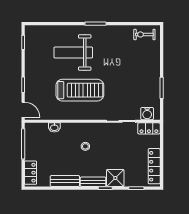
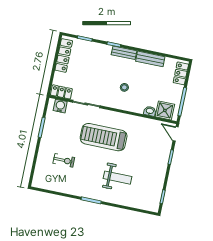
exercise bike: (144, 34) -> (64, 160), moved
weight bench: (73, 53) -> (118, 178), width x0.73, depth x0.75
treadmill: (80, 90) -> (104, 137), moved
shower: (115, 178) -> (165, 110), moved

